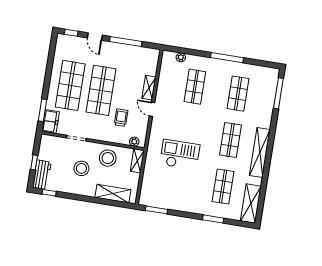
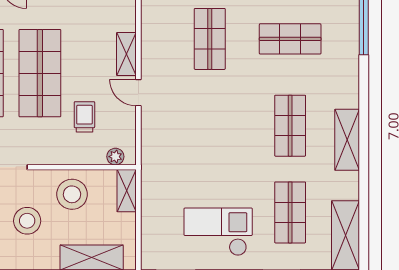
shop shelf: (238, 94) -> (290, 39), turned 90
shelving: (260, 152) -> (347, 140), width x0.68
checkout: (180, 155) -> (218, 232), moved

